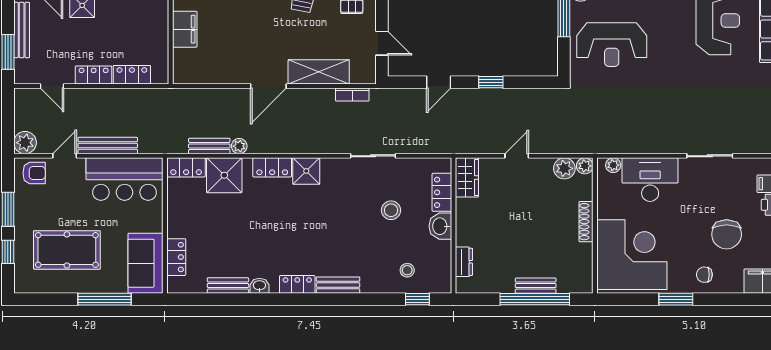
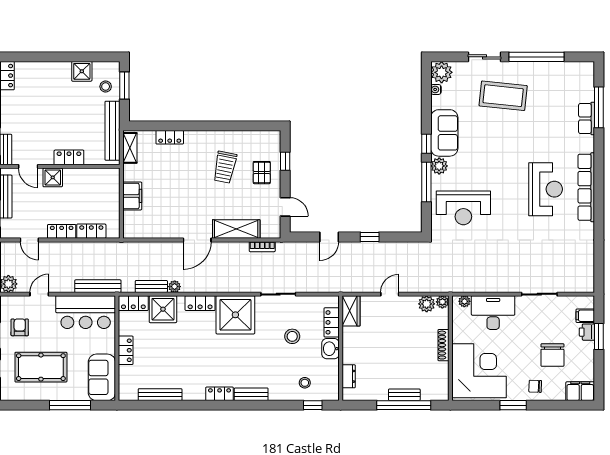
bench: (108, 146) -> (98, 286), moved
shower: (306, 171) -> (235, 315), width x1.86, depth x1.86
armchair: (34, 173) -> (20, 327), moved, turned -90
locker: (176, 257) -> (126, 350), moved
bench: (228, 285) -> (160, 395), width x1.36
washbasin: (259, 286) -> (190, 395), removed

